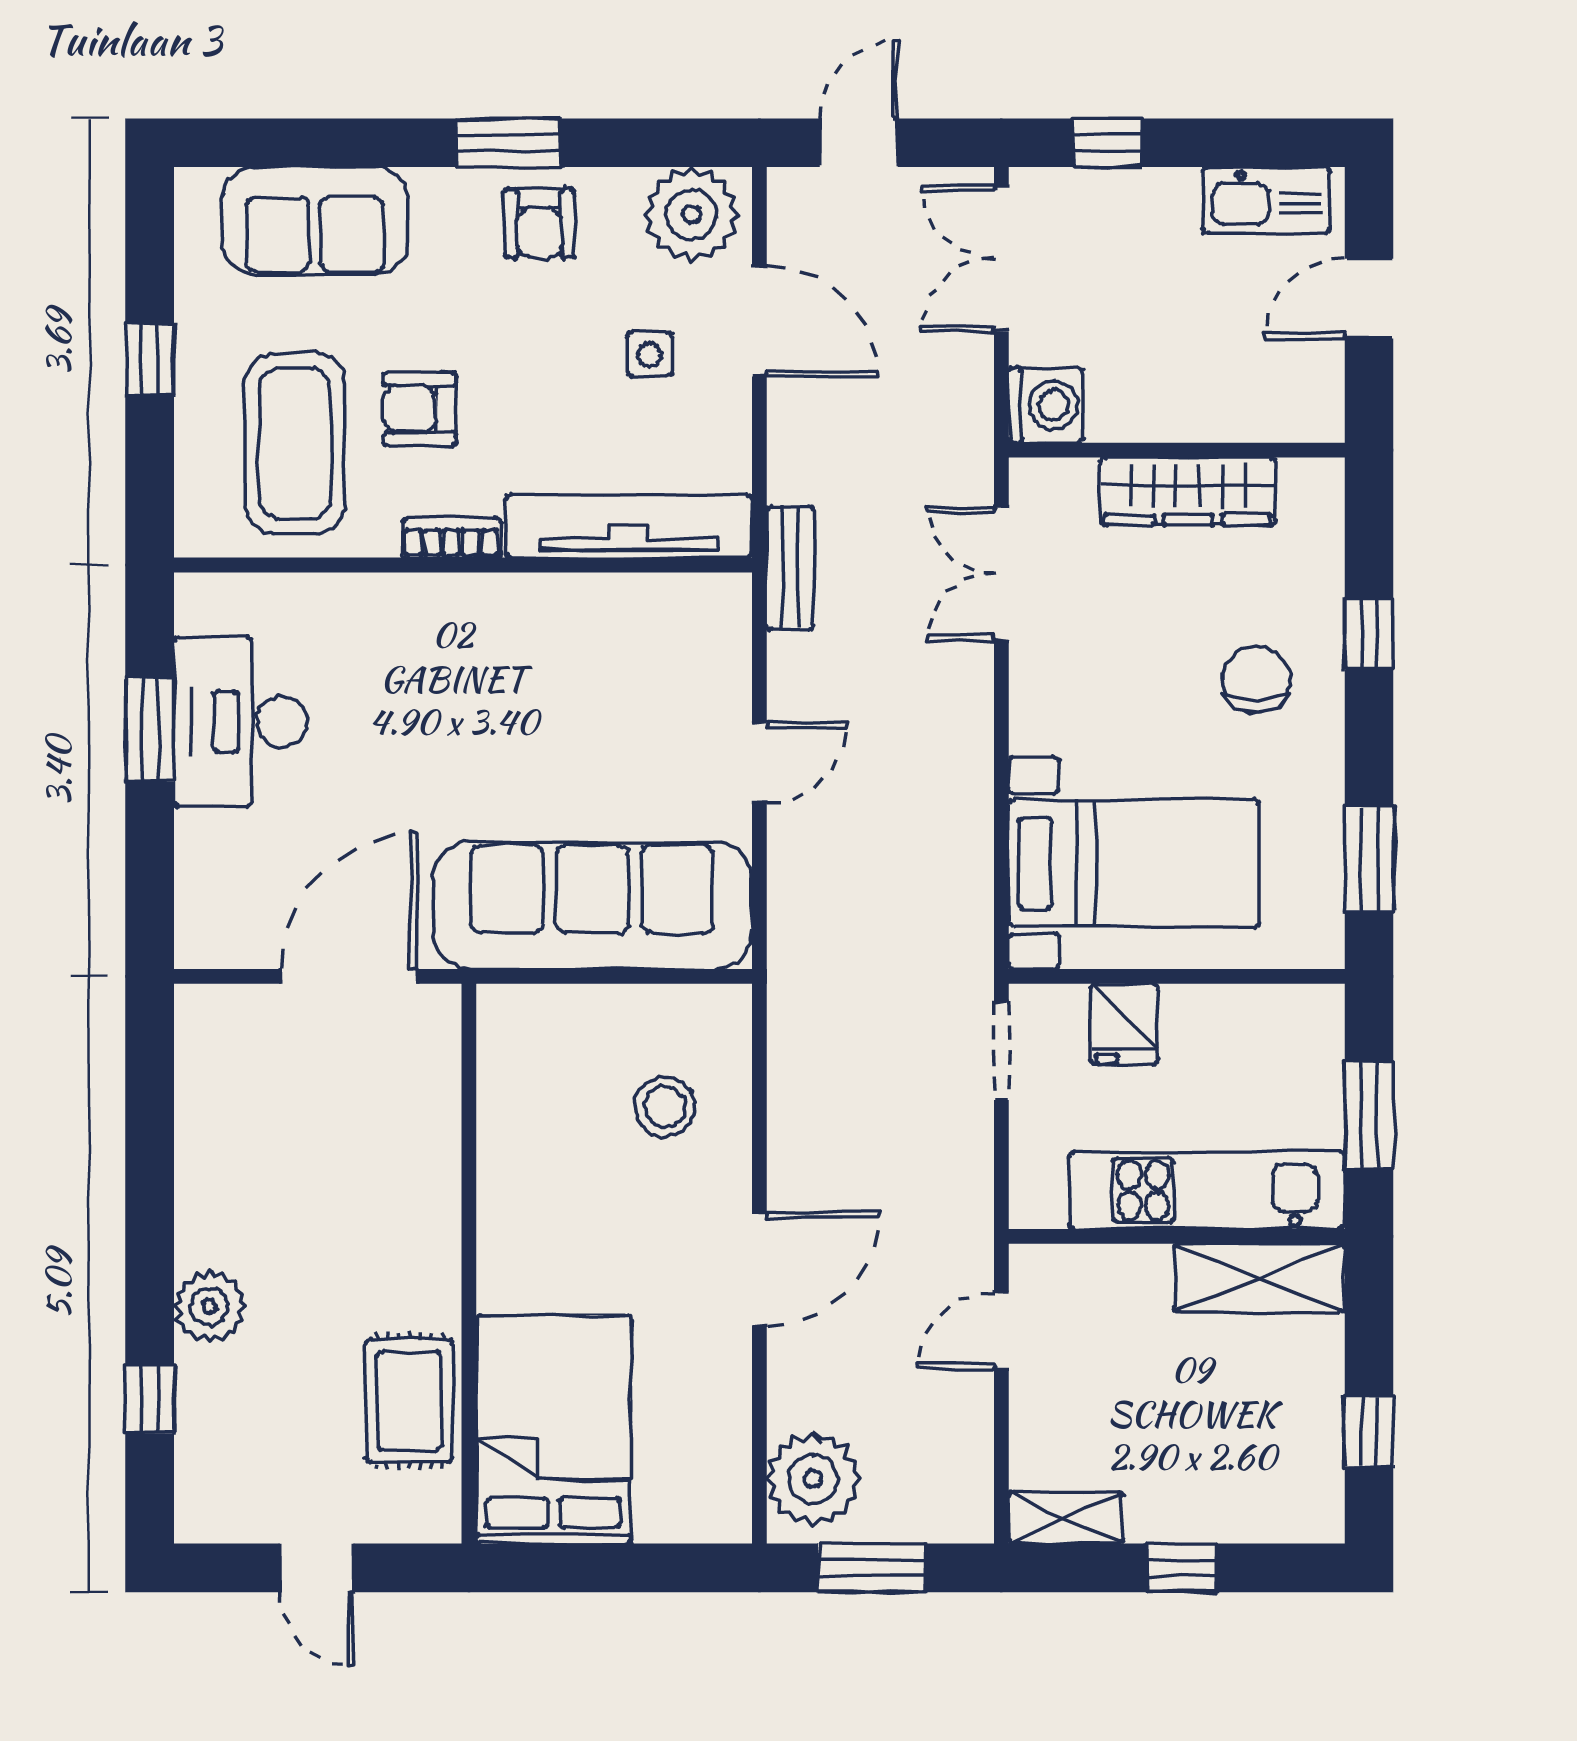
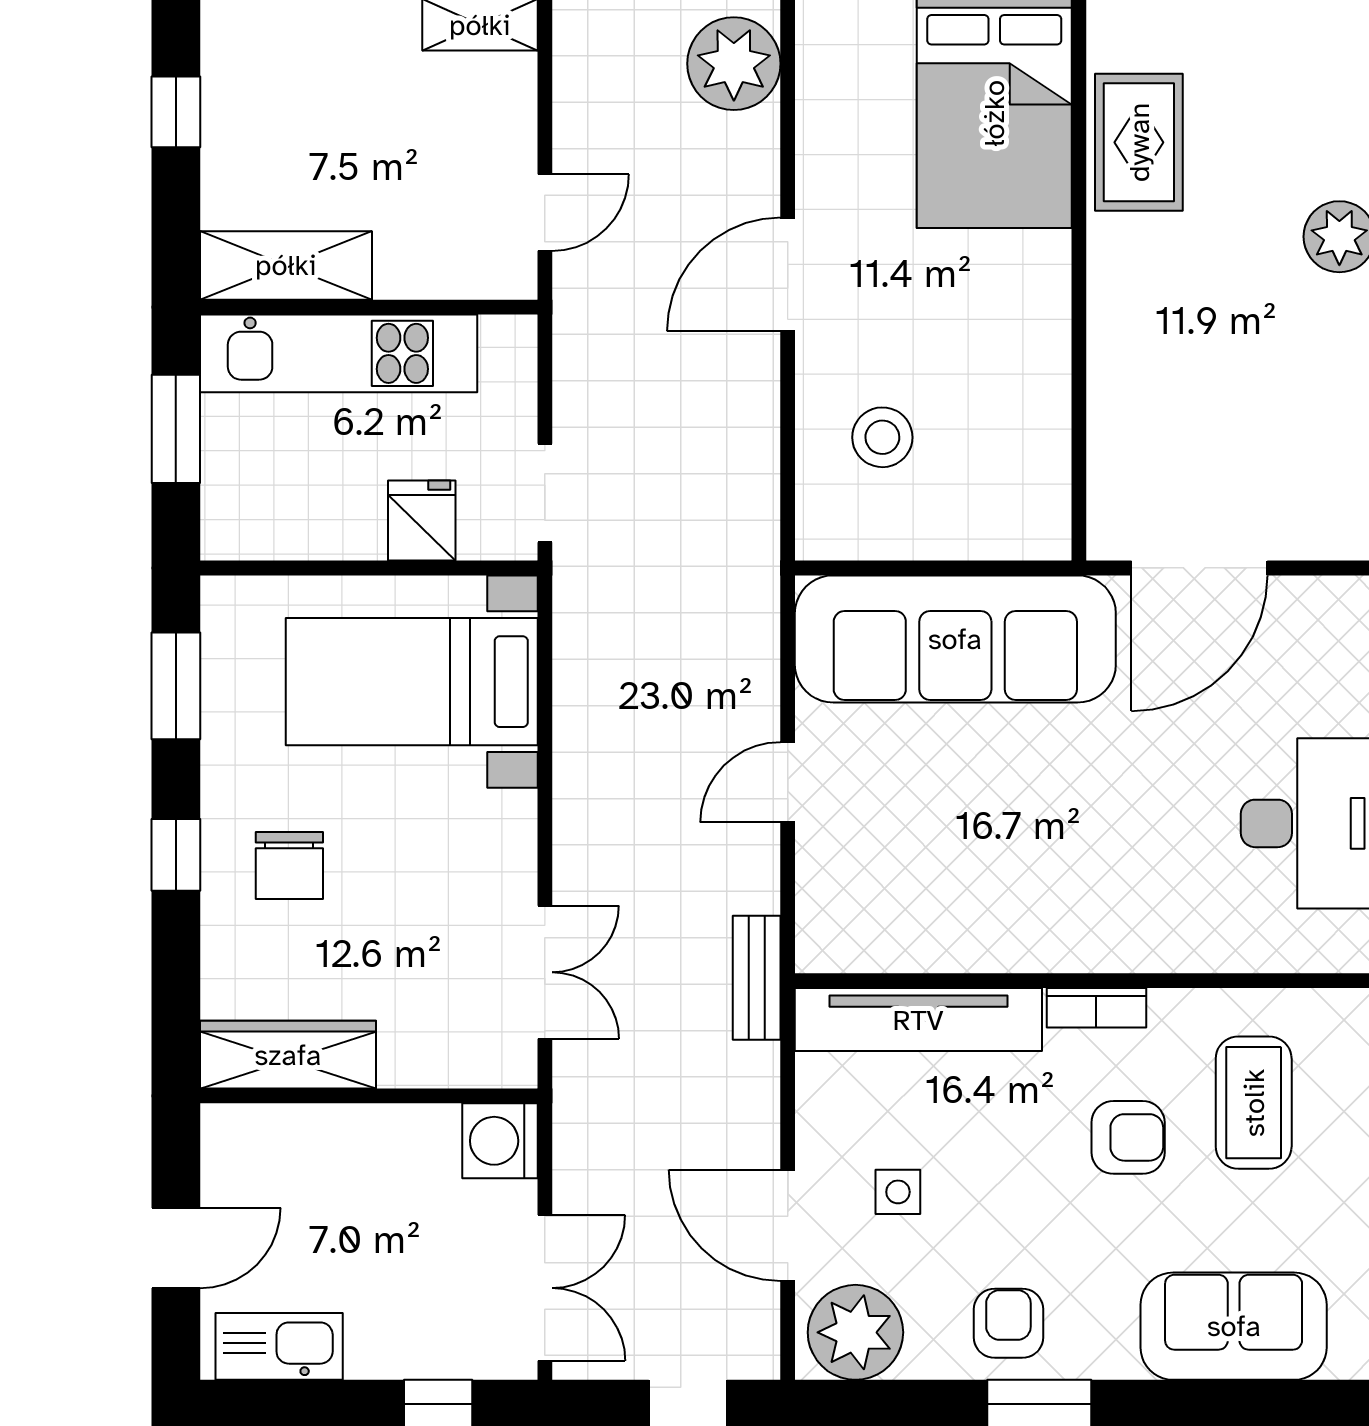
coffee table: (295, 443) -> (1254, 1103), width x0.73, depth x0.76
wardrobe: (1188, 491) -> (288, 1055), moved
window: (1369, 633) -> (176, 855), moved

